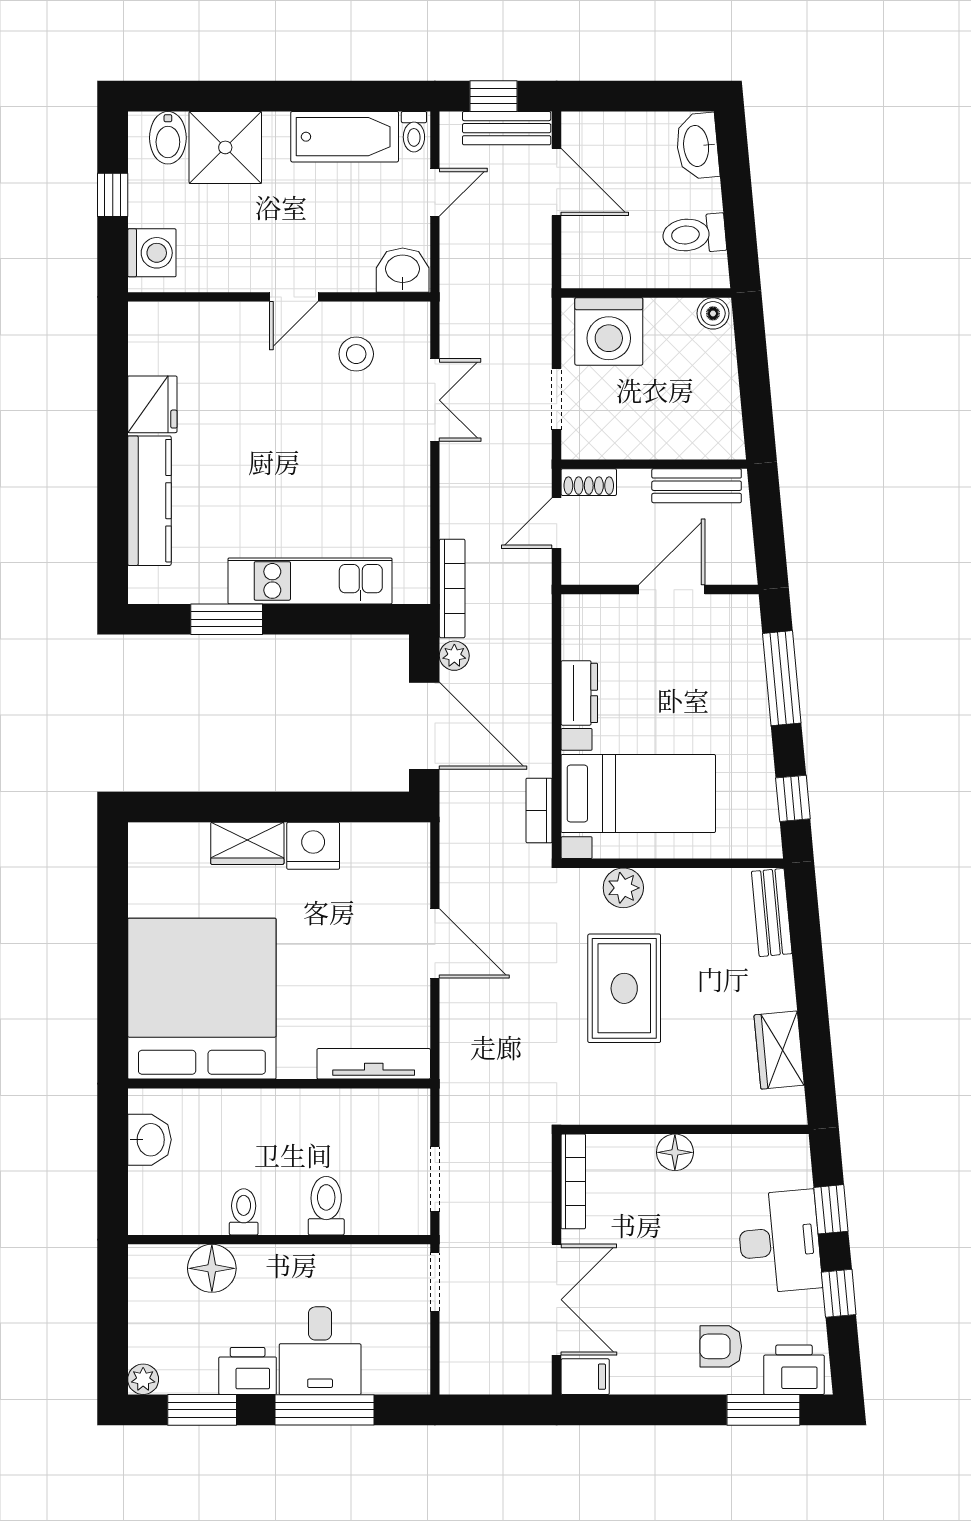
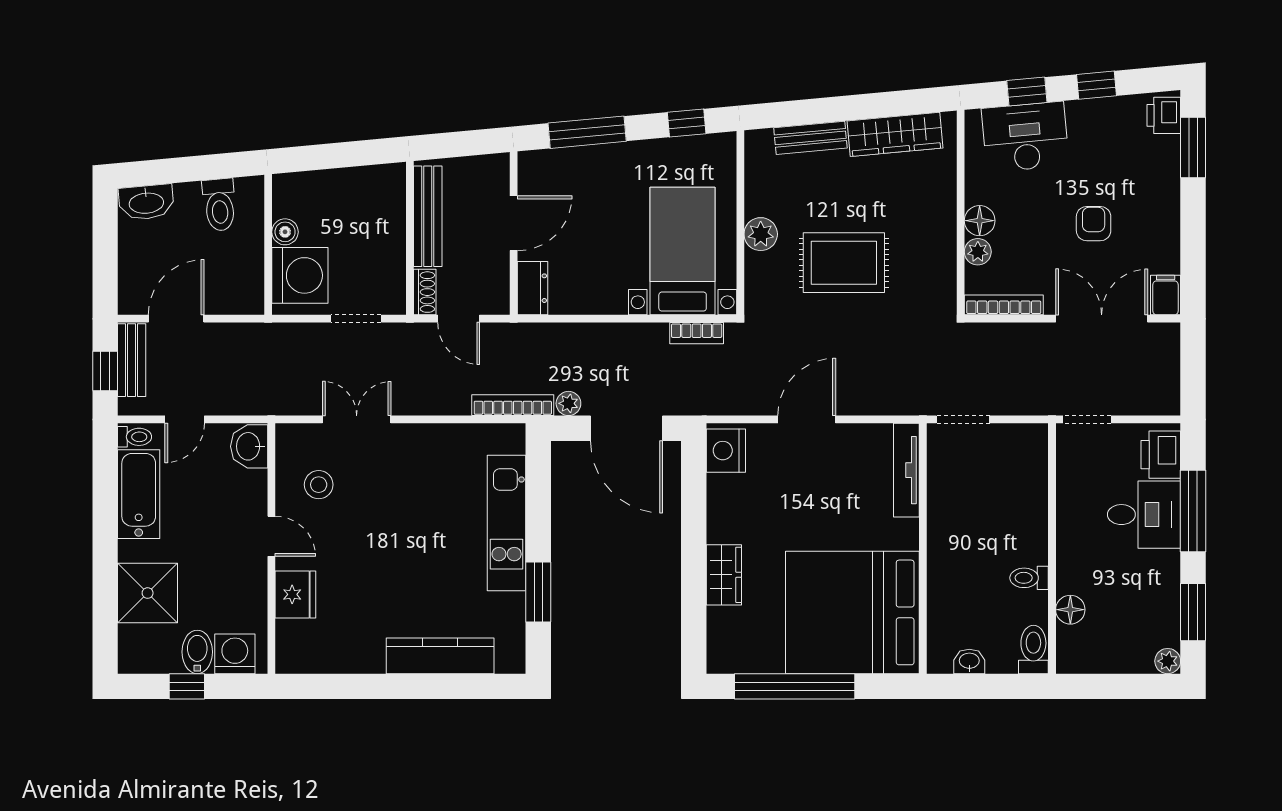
bidet: (168, 138) -> (197, 652), moved, turned -90
door: (435, 192) -> (185, 419), swing flipped
boiler: (713, 313) -> (285, 232), moved
fridge: (152, 404) -> (295, 594), moved, turned 90
bench: (697, 486) -> (428, 216), width x1.36
door: (672, 590) -> (514, 223), swing flipped
dresser: (579, 693) -> (533, 288), moved, turned 90
door: (424, 726) -> (626, 428), swing flipped
nightstand: (313, 846) -> (726, 451), moved
plant: (623, 888) -> (761, 234), moved
bench: (772, 912) -> (810, 138), moved
window: (113, 929) -> (795, 686), added
wardrobe: (779, 1050) -> (895, 134), width x1.50
washbasin: (149, 1140) -> (969, 661), width x0.72, depth x0.69
plant: (637, 1150) -> (978, 252), added
doorway: (435, 1179) -> (963, 419), moved
toilet: (326, 1206) -> (1033, 649), moved, turned 90
desk: (779, 1242) -> (1025, 137), moved
floor lamp: (212, 1268) -> (1070, 610), width x0.73, depth x0.73
armchair: (721, 1346) -> (1094, 224), moved, turned 180
printer: (794, 1370) -> (1164, 115), width x0.73, depth x0.81
printer: (248, 1371) -> (1161, 455), moved

